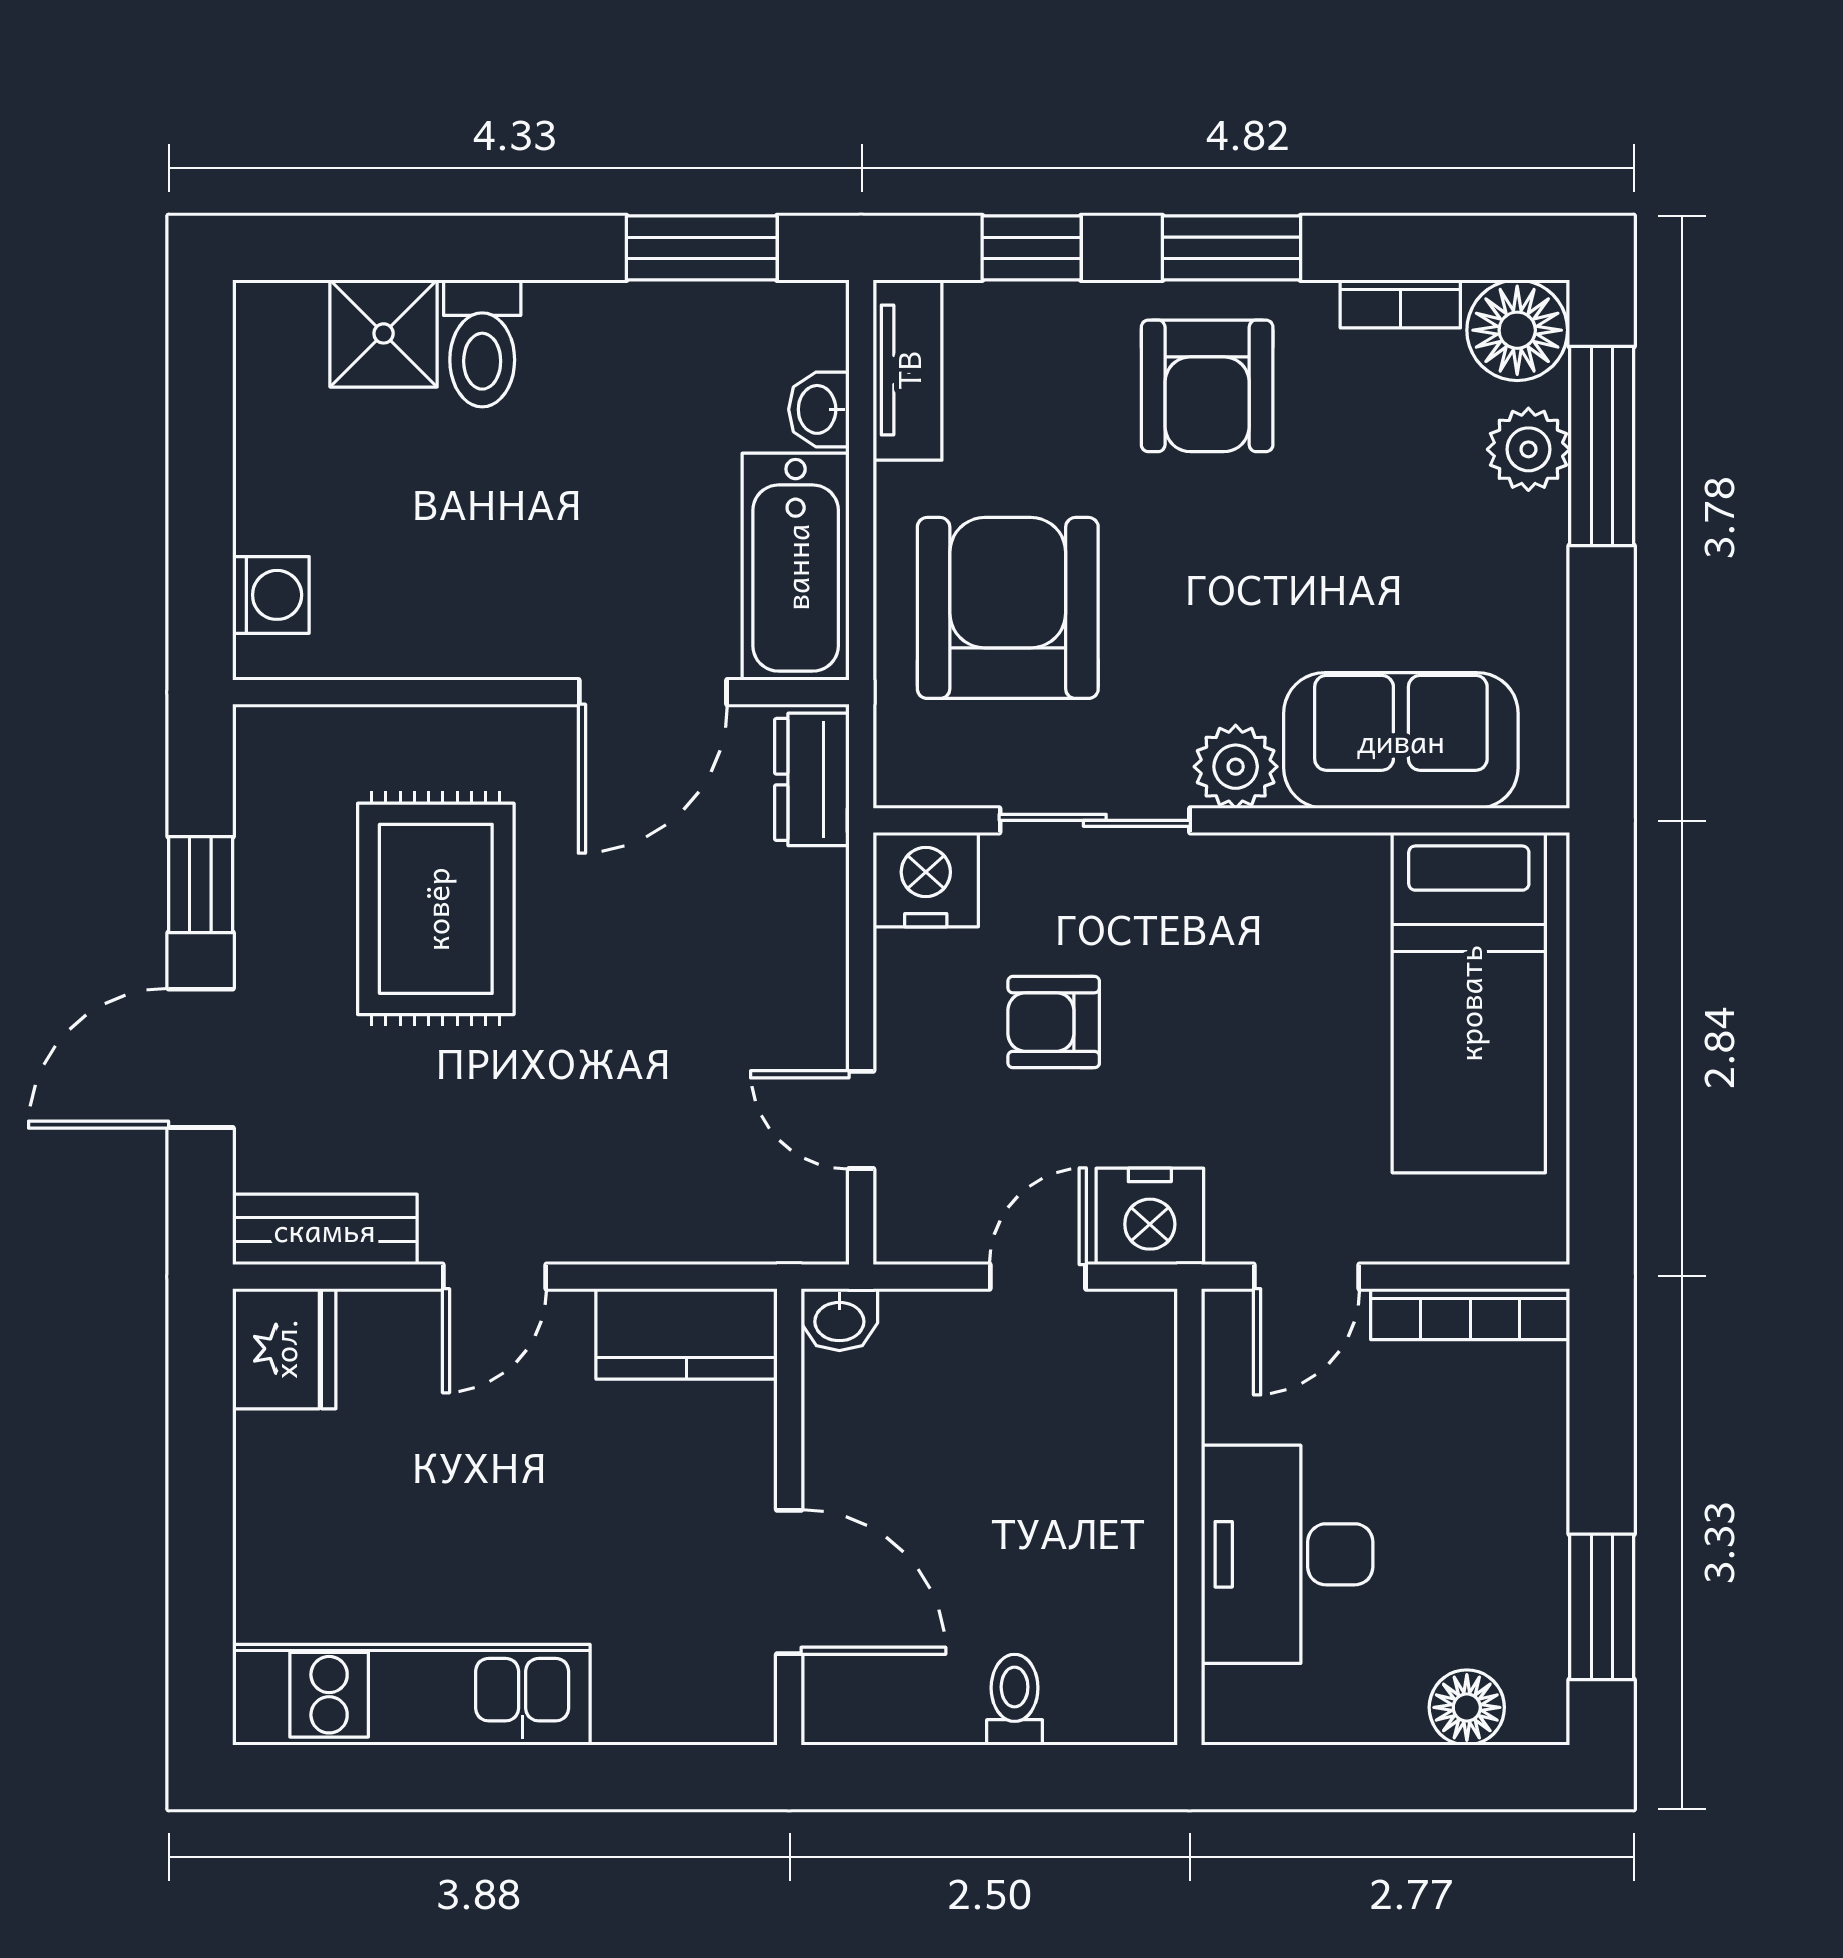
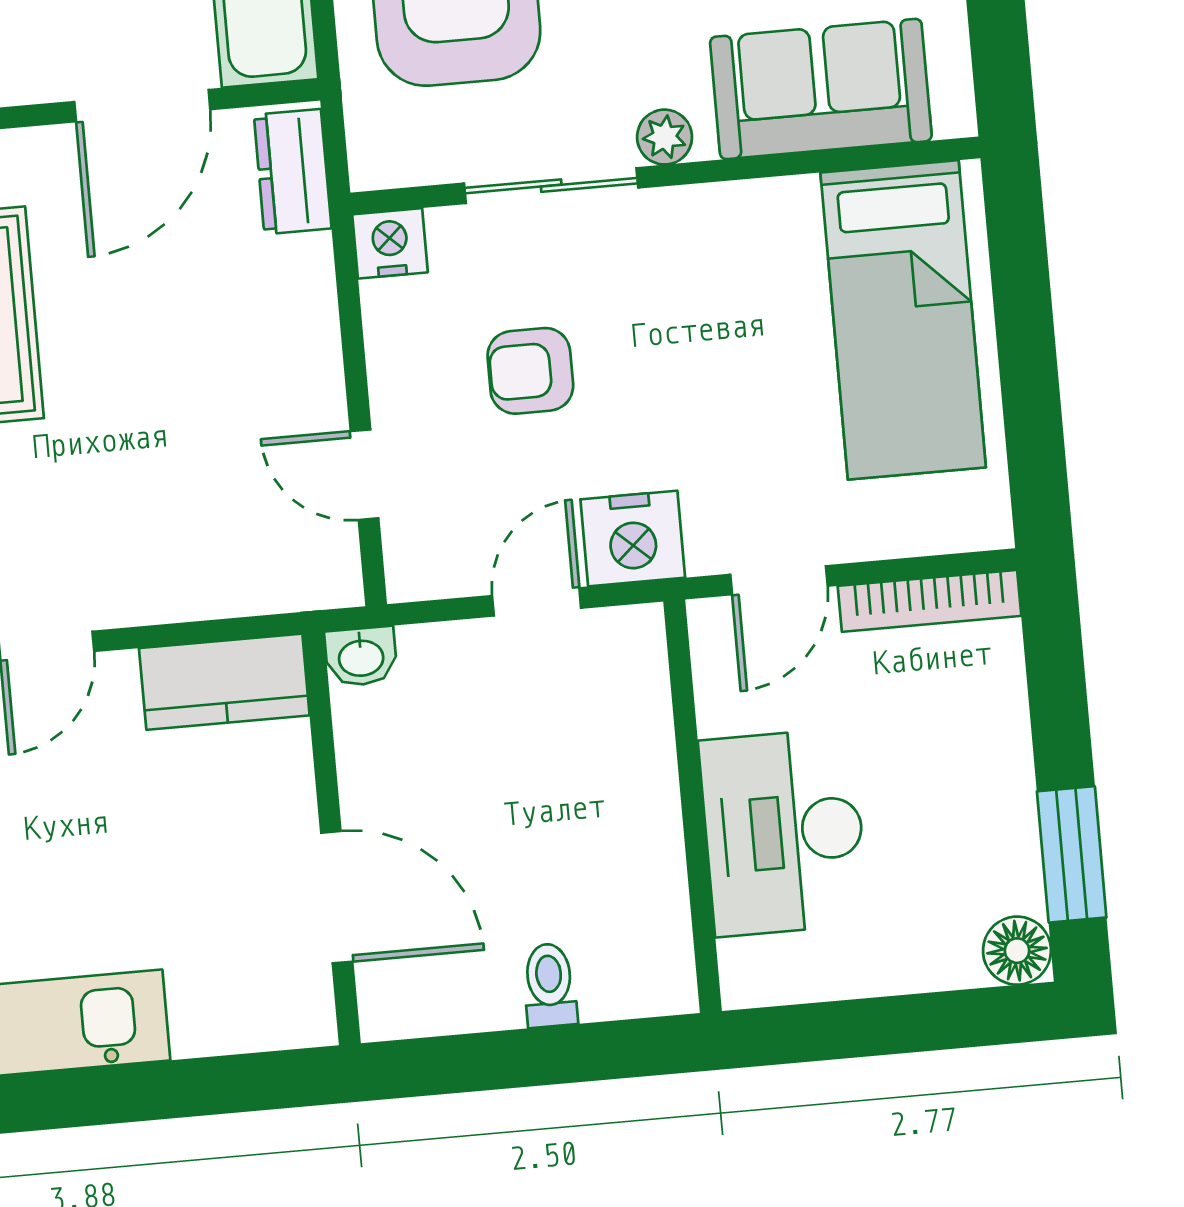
plant: (1236, 767) -> (665, 137), width x0.73, depth x0.73
nightstand: (926, 880) -> (390, 243), width x0.74, depth x0.75
floor lamp: (1467, 1707) -> (1017, 951), moved

